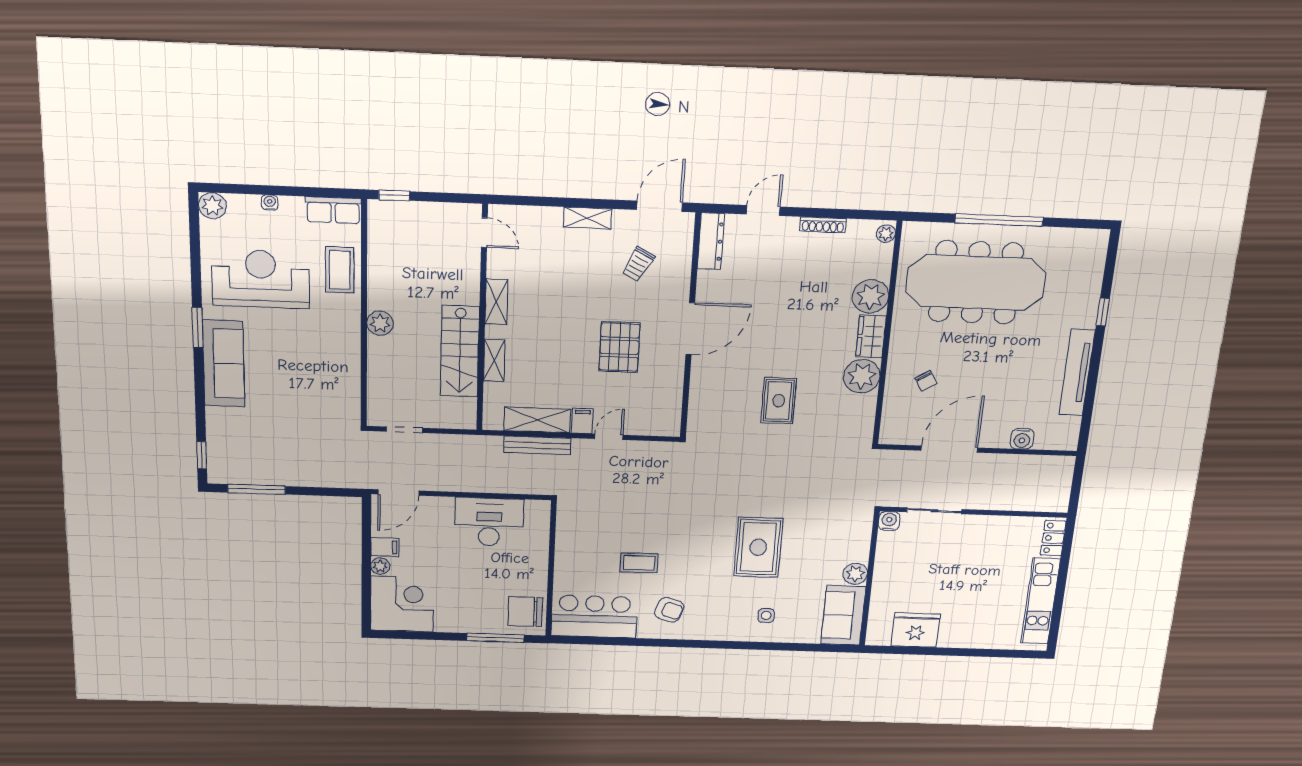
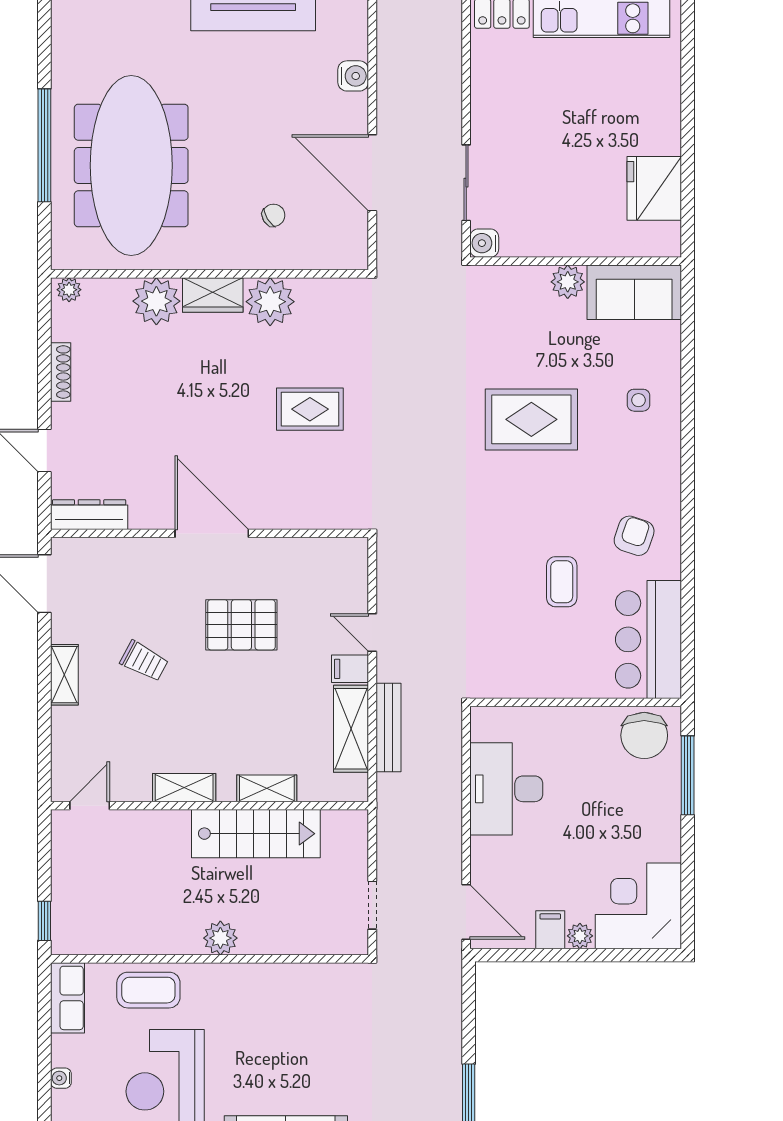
trolley: (638, 264) -> (144, 661), moved

